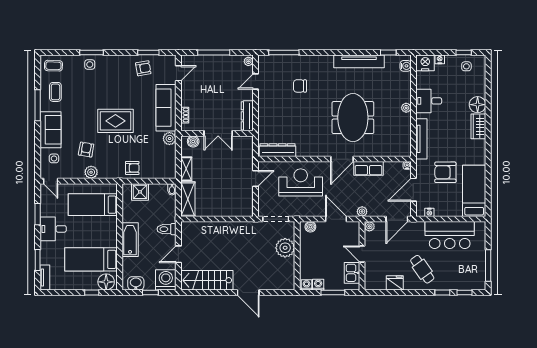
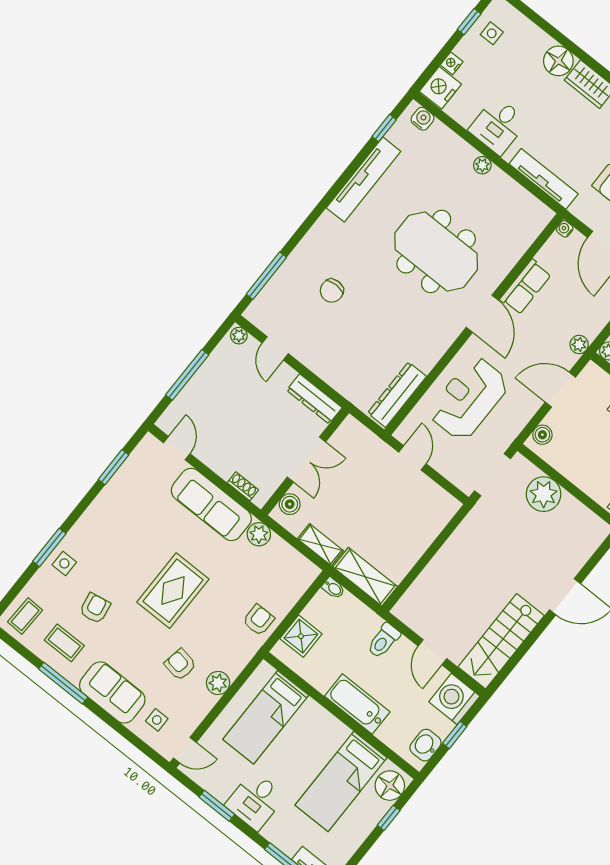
armchair: (143, 68) -> (95, 608), moved

